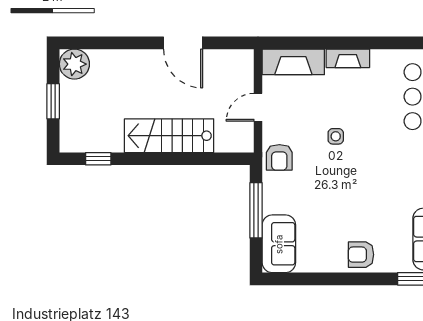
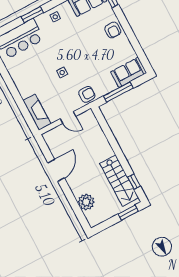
fireplace: (348, 58) -> (21, 87), removed
plant: (74, 64) -> (86, 202), moved
window: (53, 101) -> (128, 213), moved
stairs: (169, 136) -> (119, 181), moved

